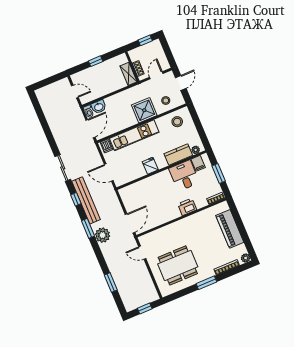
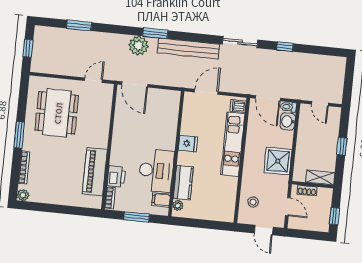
shelving: (129, 74) -> (320, 177), moved
door: (75, 92) -> (320, 104), hinge flipped
shower: (144, 110) -> (278, 161), moved
stool: (177, 122) -> (222, 202), removed
desk: (184, 176) -> (156, 171), width x1.37
window: (76, 199) -> (285, 47), moved
printer: (187, 207) -> (116, 176), moved
piano: (230, 229) -> (95, 172), moved, turned -90

